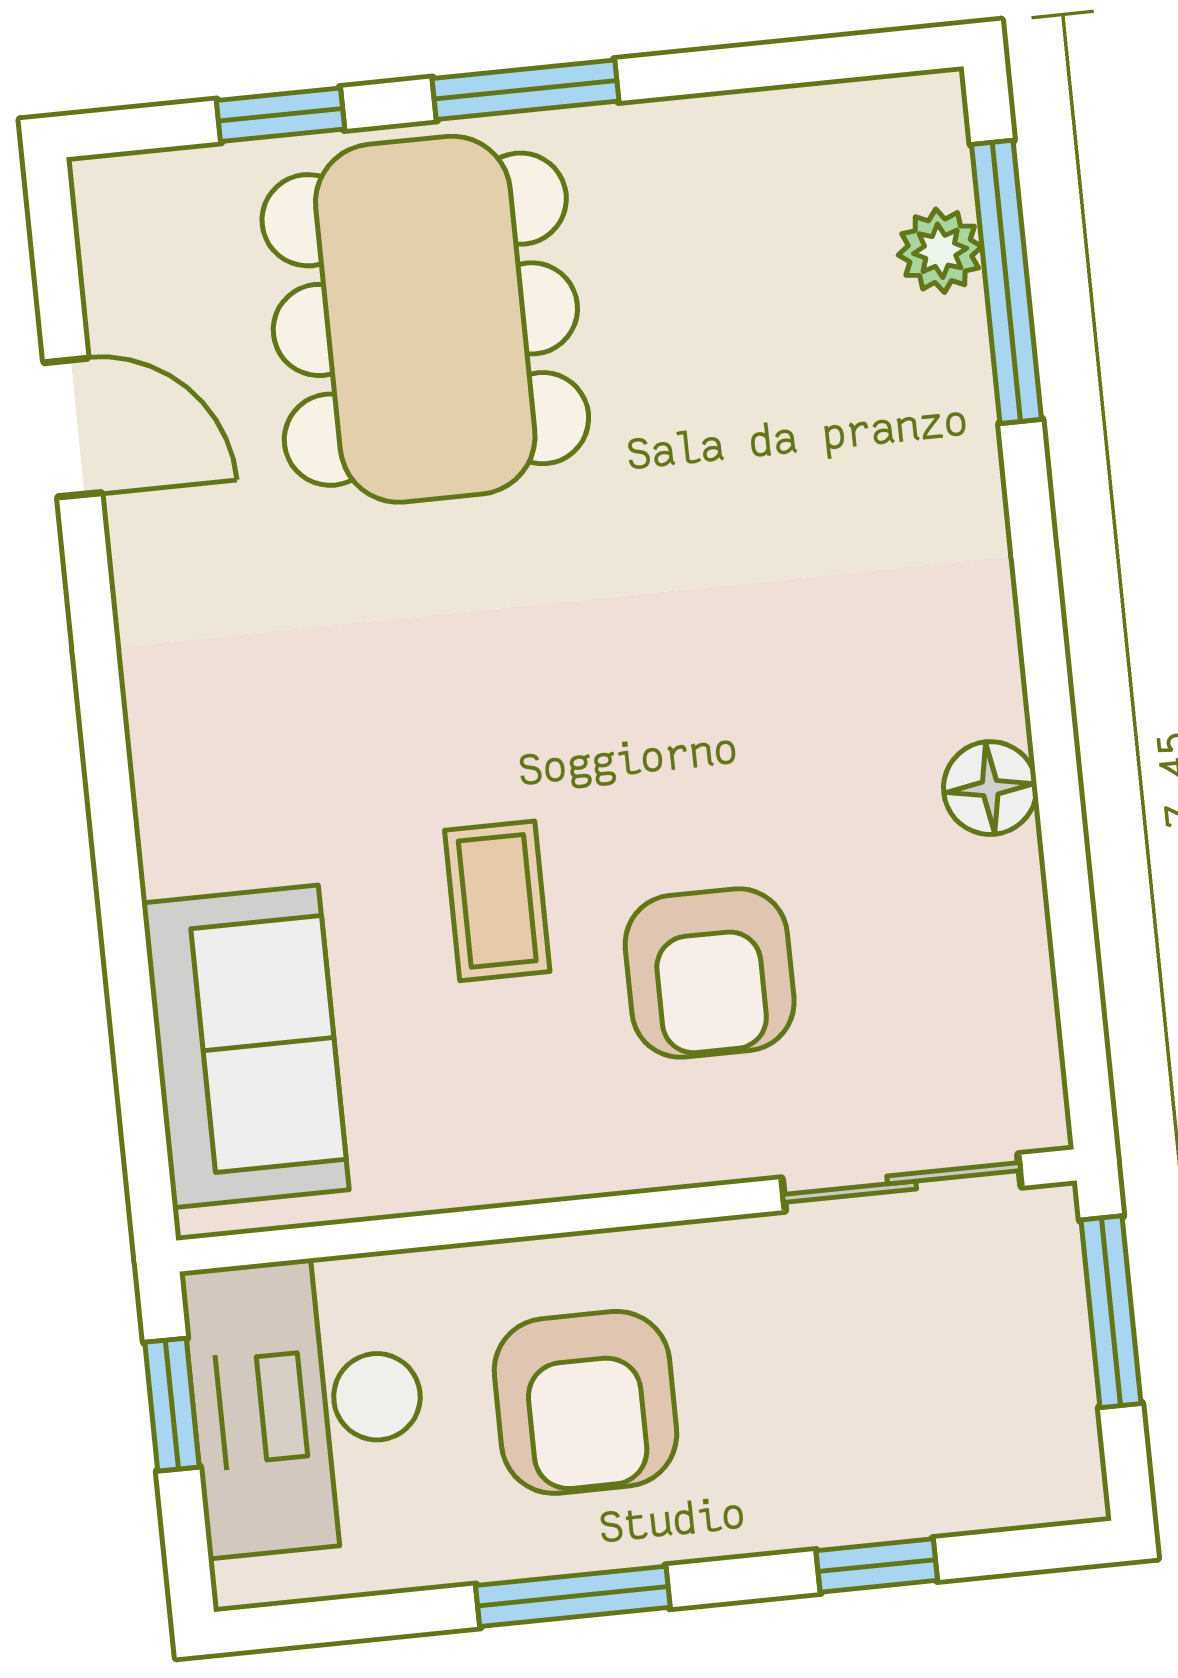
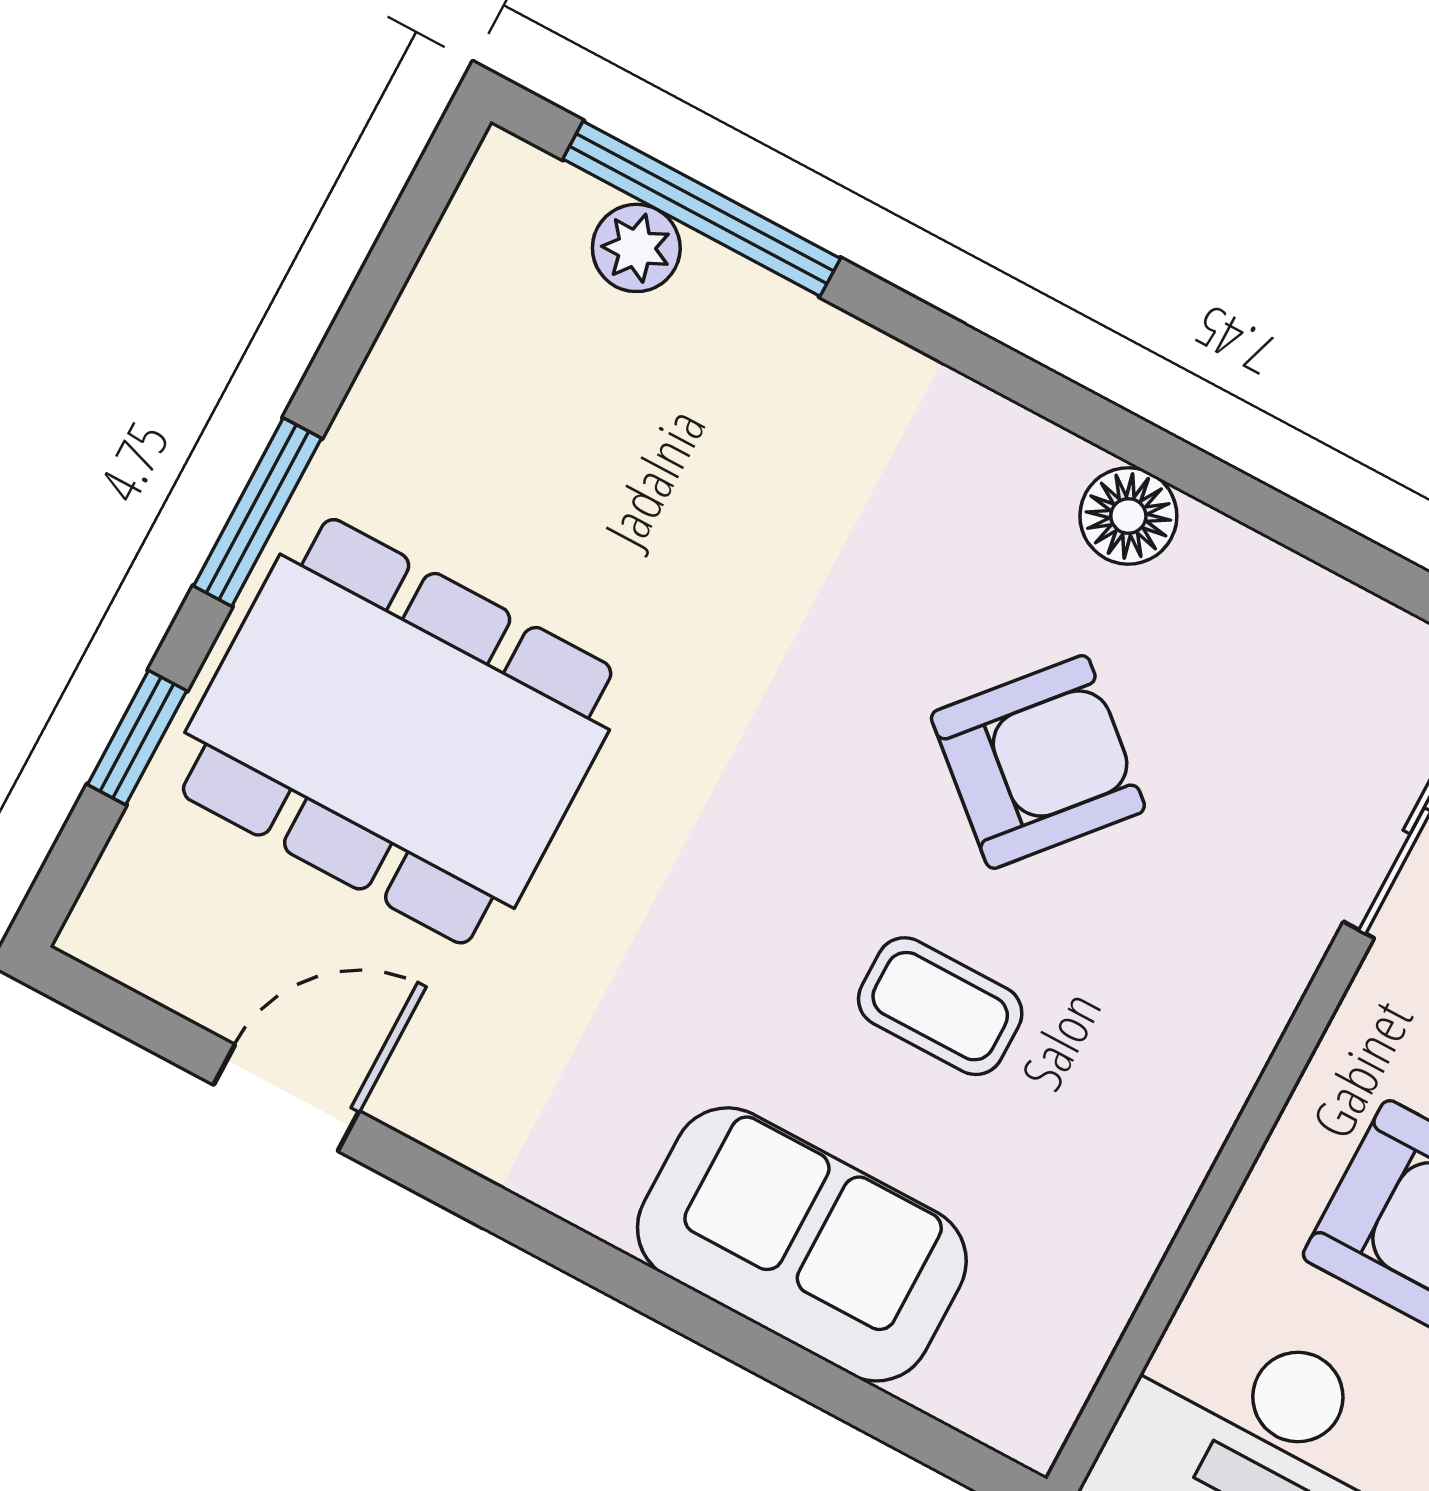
armchair: (710, 973) -> (1038, 762), moved, turned -49
sofa: (246, 1046) -> (802, 1244), moved

